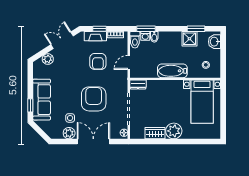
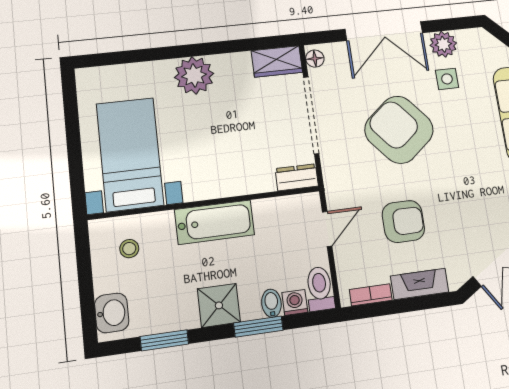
window: (99, 29) -> (412, 304), removed
window: (146, 29) -> (258, 327), moved
shower: (189, 39) -> (219, 305), moved
armchair: (98, 61) -> (403, 221), turned 90
armchair: (94, 99) -> (399, 130), turned 140
wardrobe: (155, 133) -> (277, 61), moved

